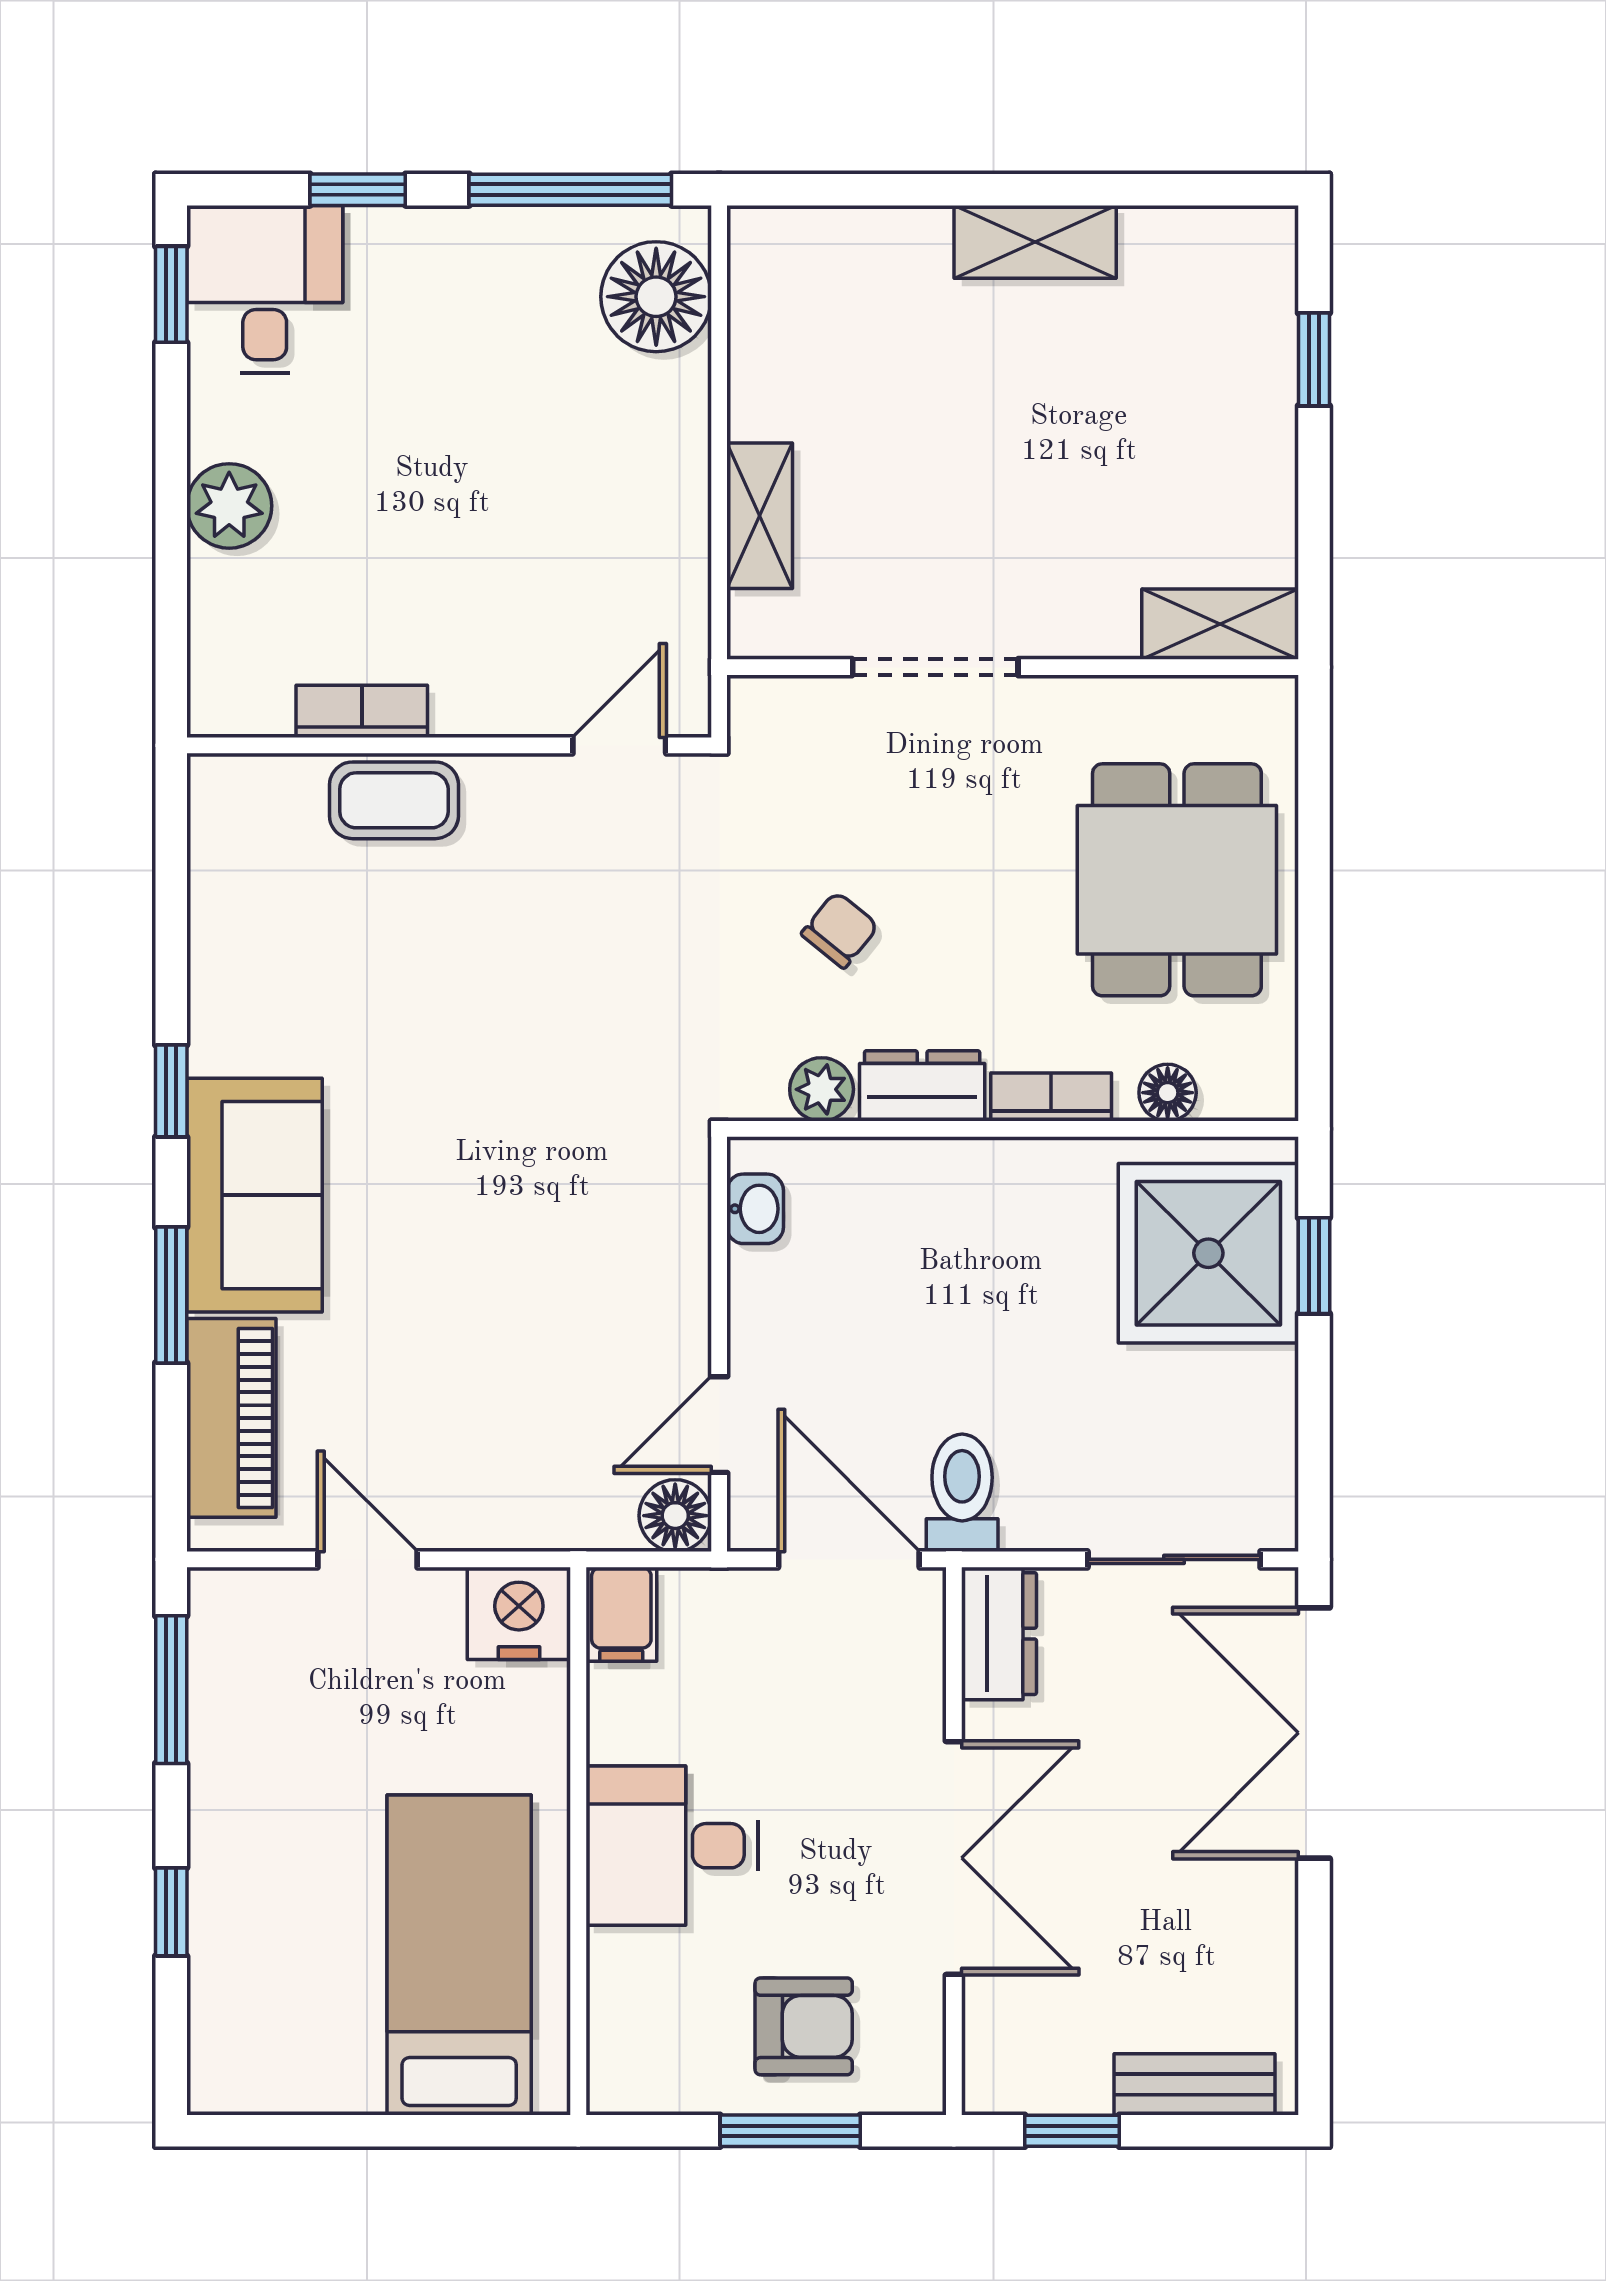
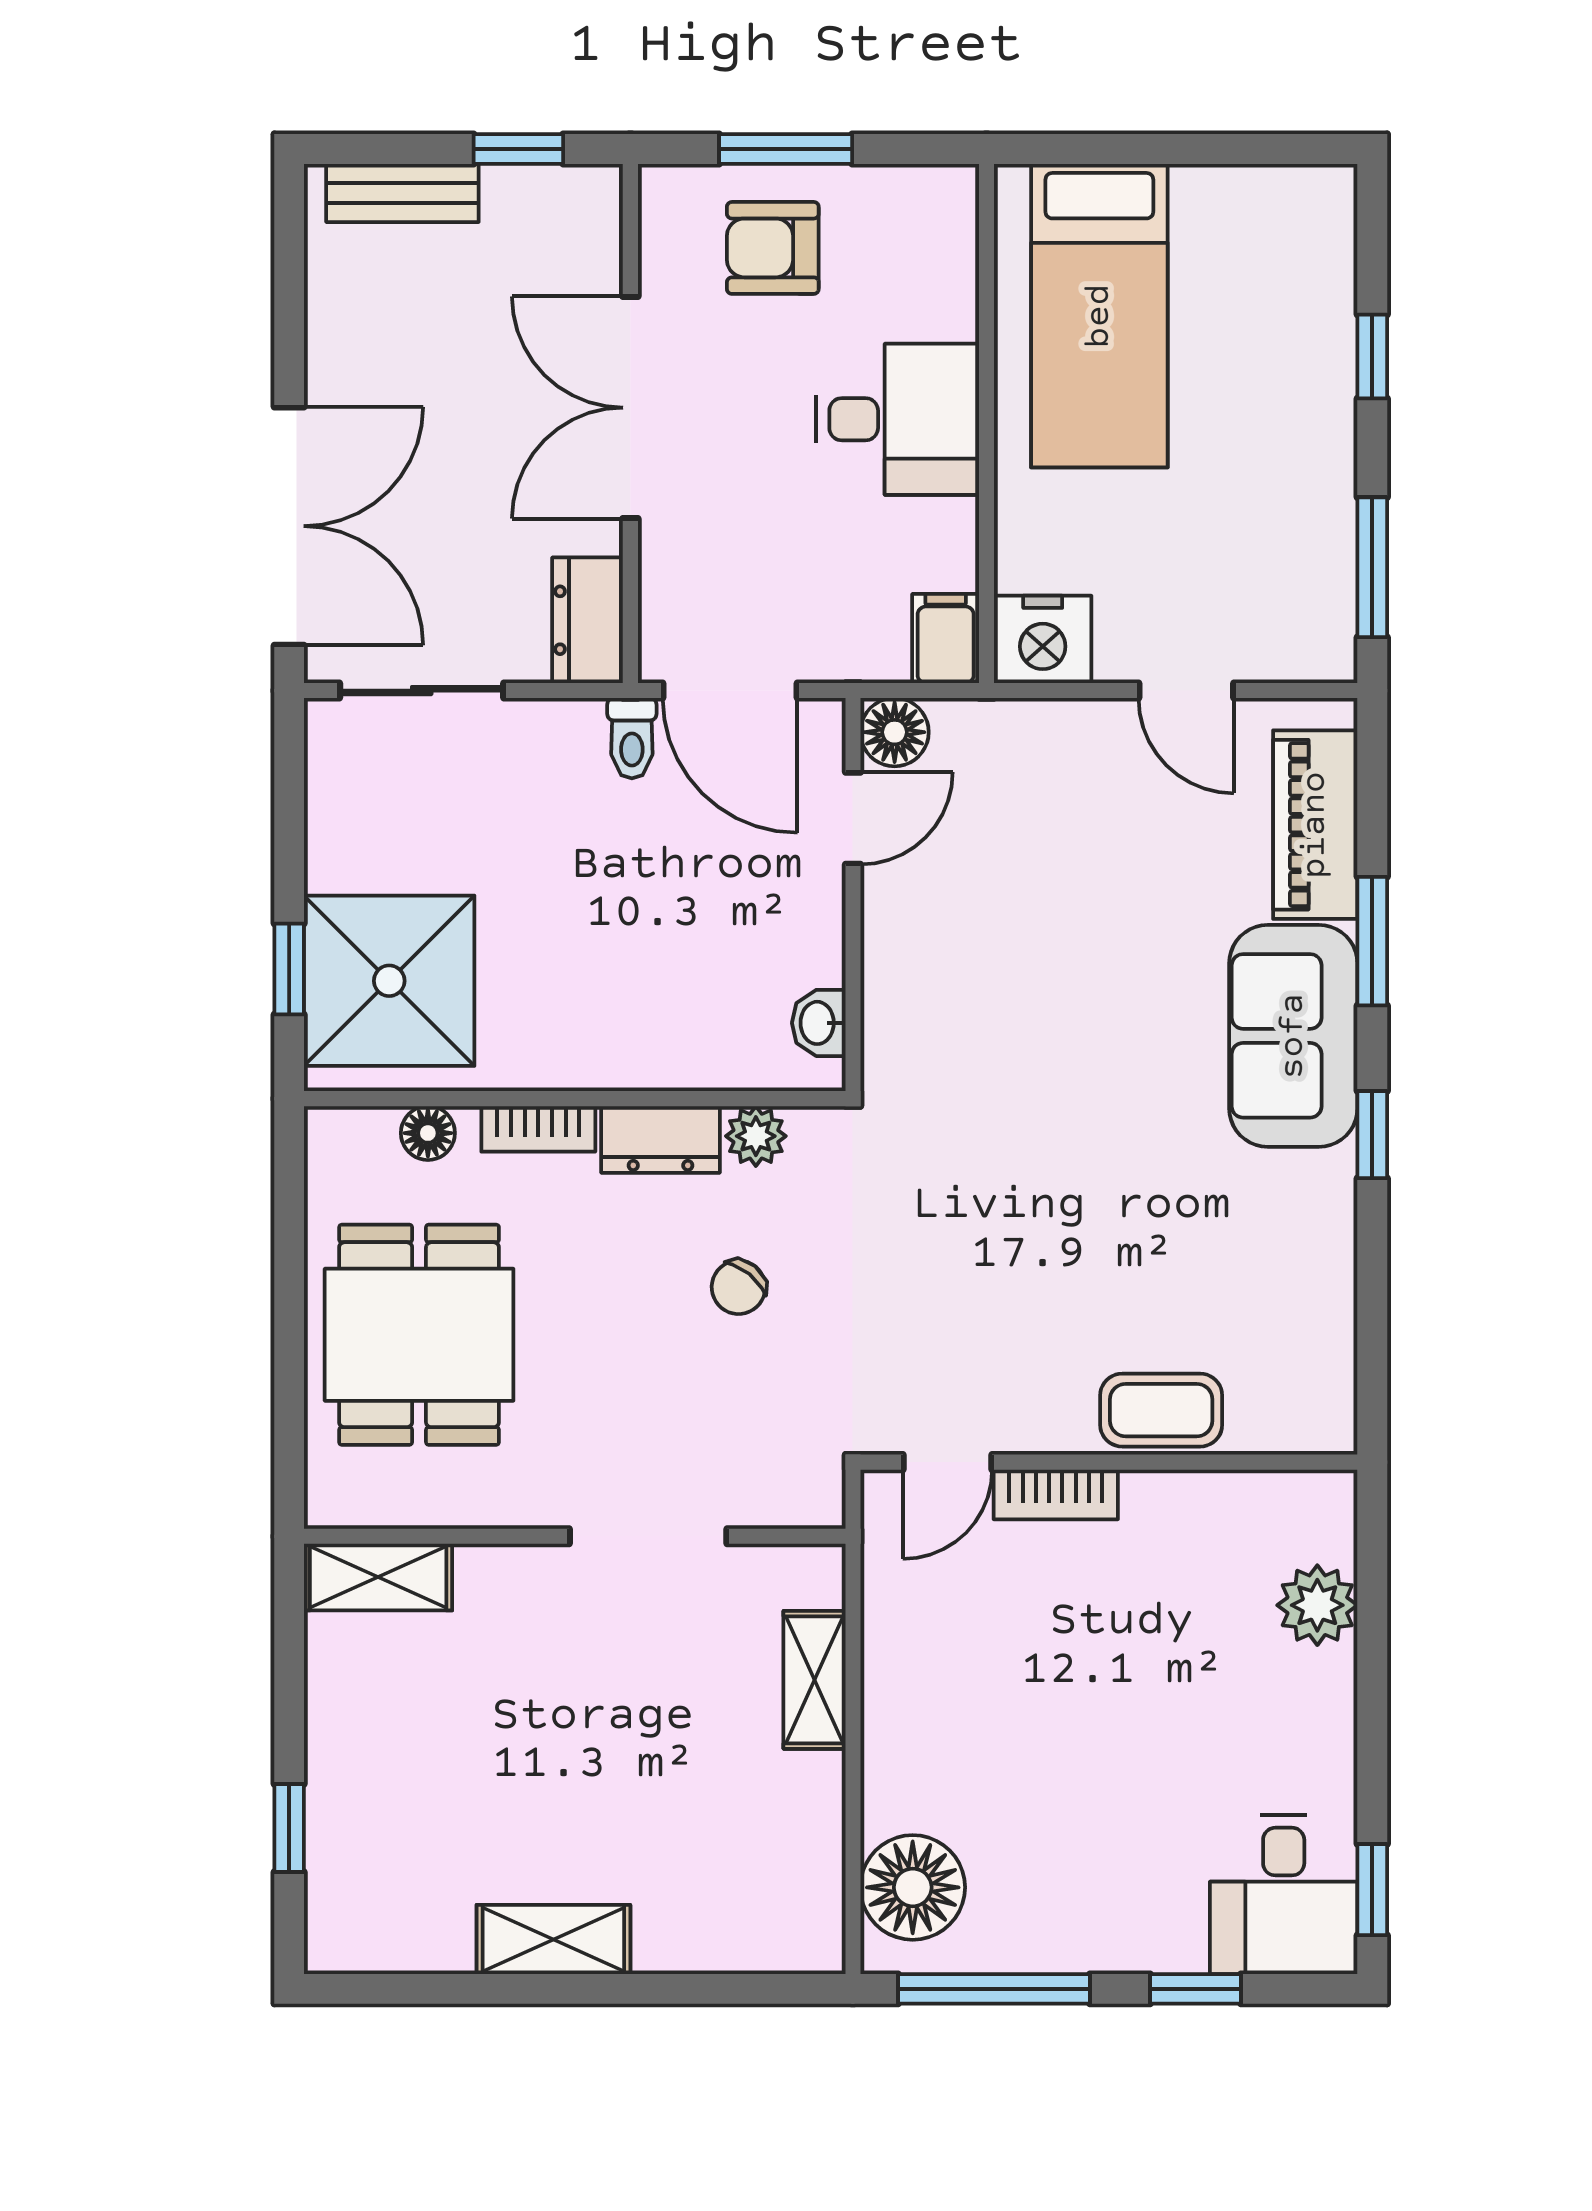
plant: (229, 506) -> (1317, 1605), moved
bookcase: (362, 711) -> (1056, 1494), moved
toilet: (962, 1493) -> (632, 738), width x0.73, depth x0.72

